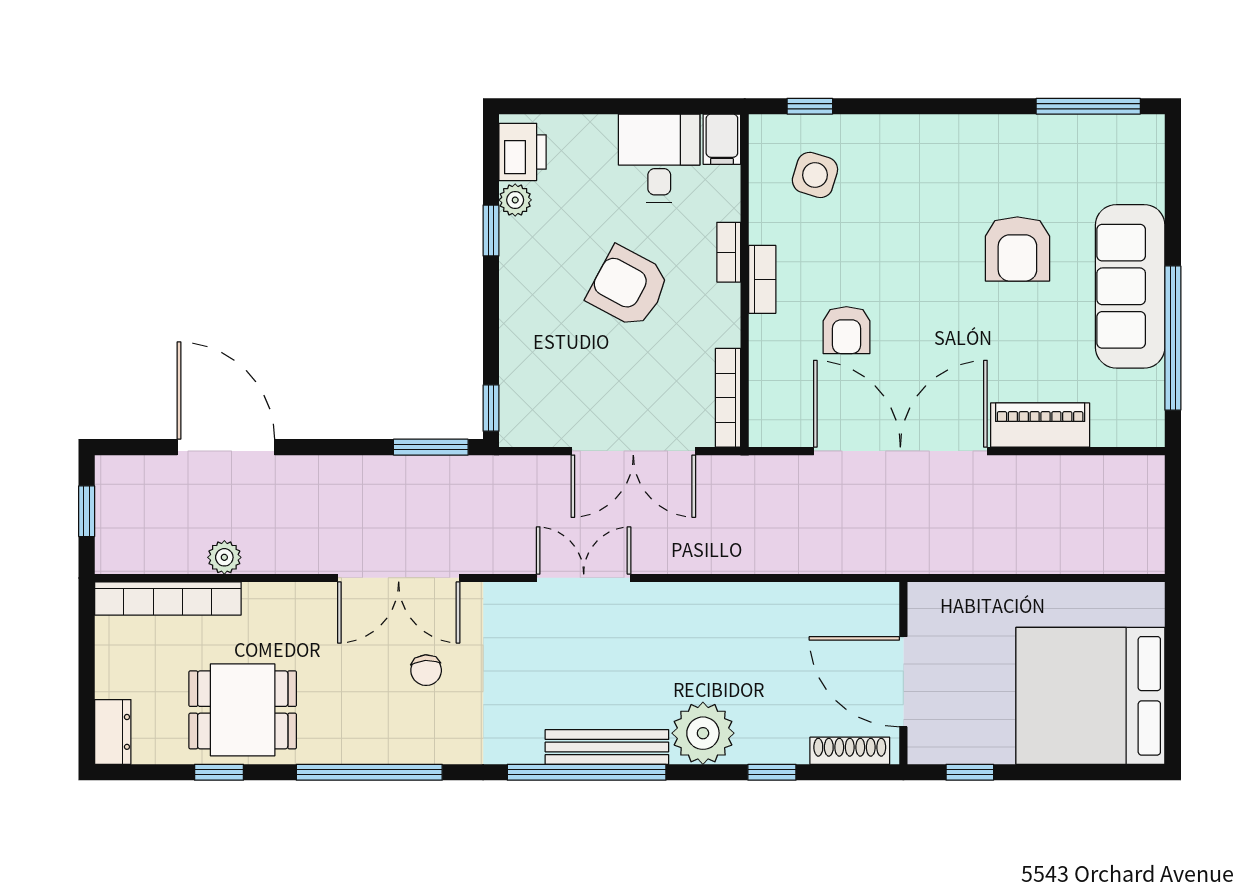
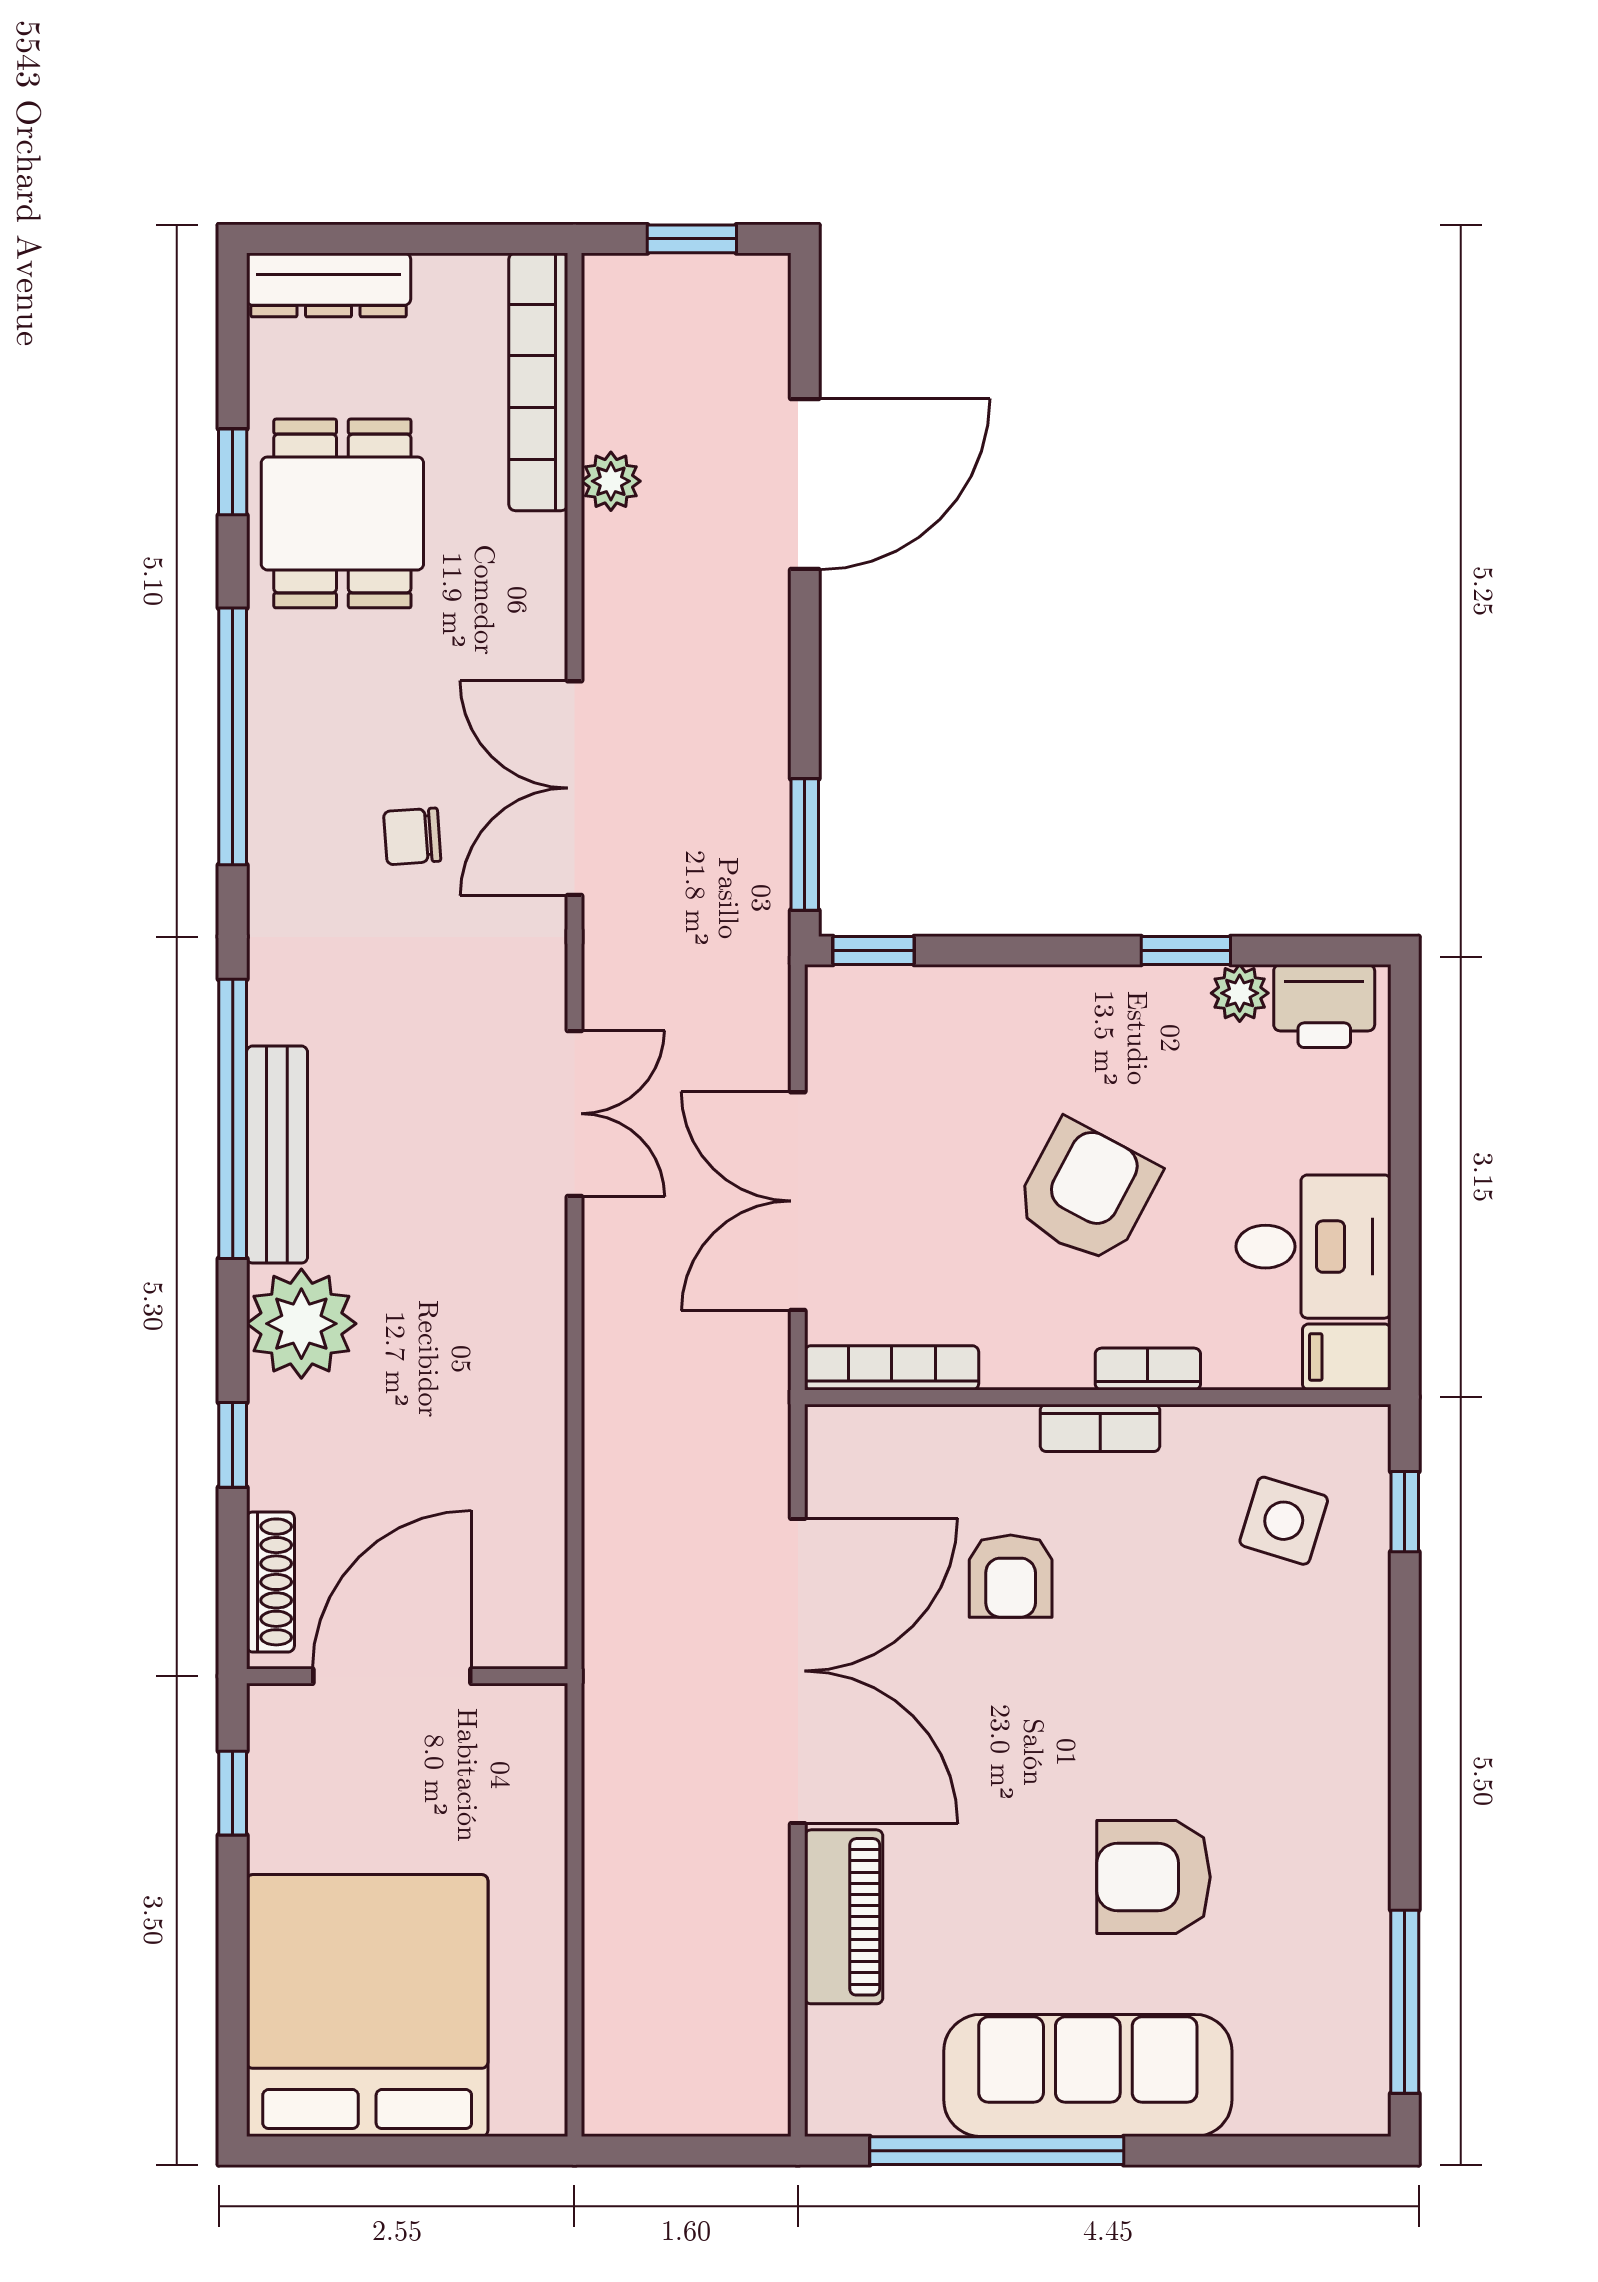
armchair: (846, 330) -> (1011, 1576), turned -90
dresser: (113, 732) -> (329, 285), width x1.44

